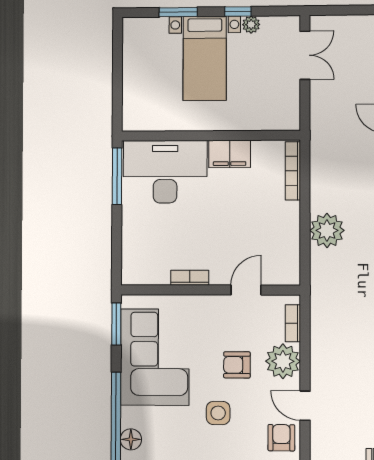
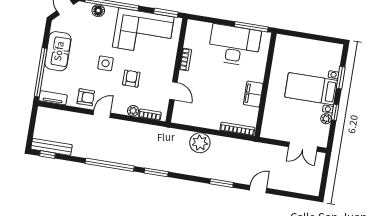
desk: (165, 172) -> (234, 45), moved, turned -90
plant: (283, 361) -> (133, 111), width x0.53, depth x0.53

